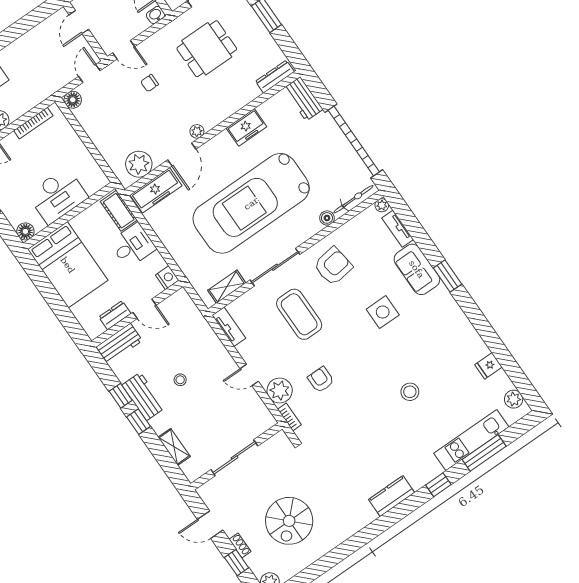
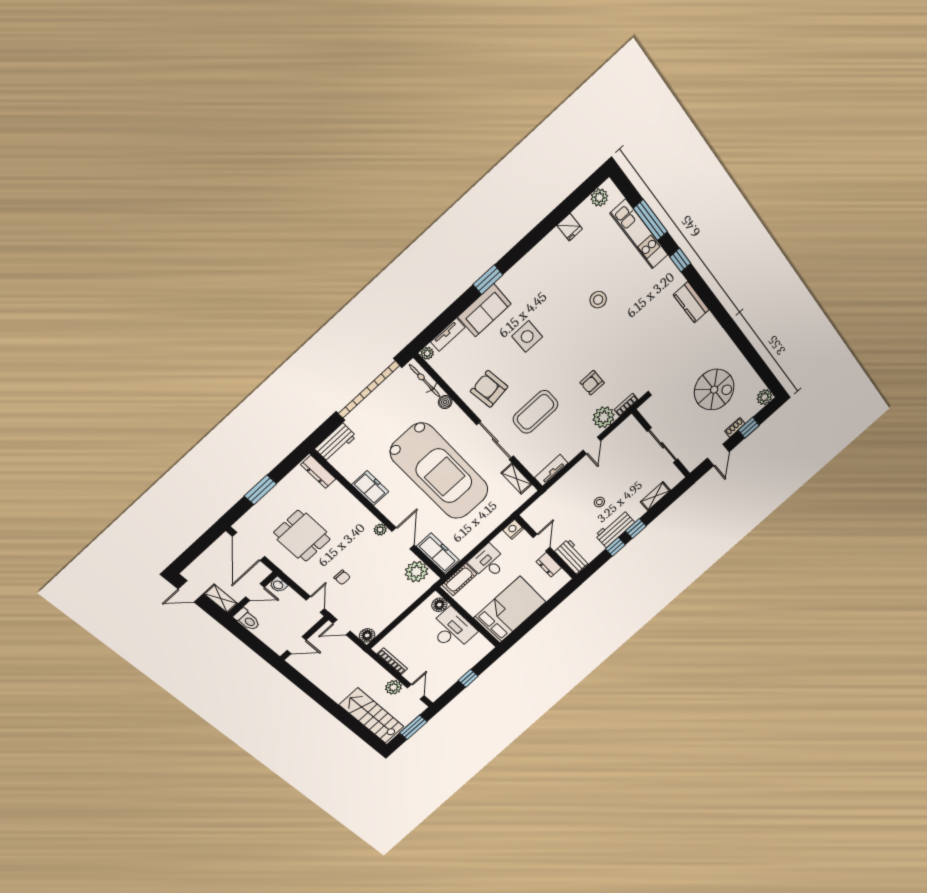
door: (182, 155) -> (403, 538), hinge flipped
floor lamp: (25, 231) -> (439, 605), moved

